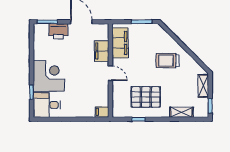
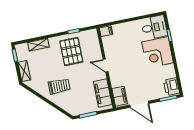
printer: (58, 31) -> (172, 87), moved, turned -90
filing cabinet: (102, 51) -> (120, 96), moved
pallet: (146, 97) -> (71, 51), turned 90

